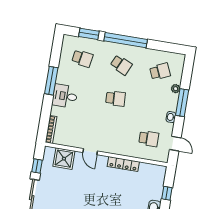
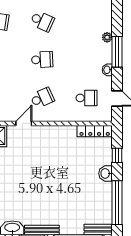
school desk: (160, 71) -> (42, 98), moved
door: (90, 152) -> (24, 123), swing flipped
locker: (123, 164) -> (95, 131), moved

